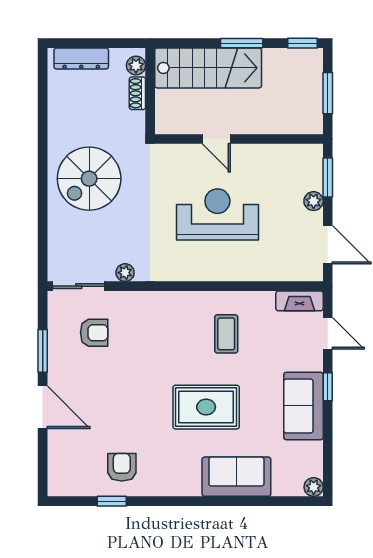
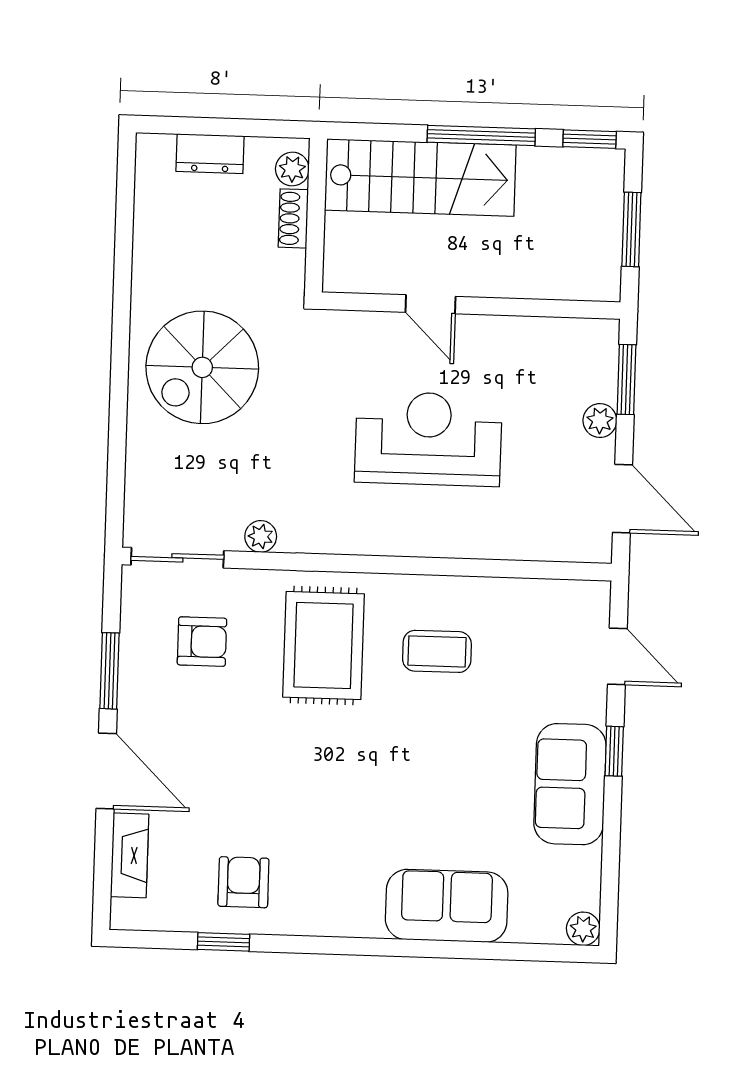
window: (242, 43) -> (481, 135), width x1.44
dresser: (81, 58) -> (210, 154), width x0.70
fireplace: (300, 301) -> (130, 855), moved, turned -90
coffee table: (226, 334) -> (437, 651), turned 90
rug: (206, 407) -> (324, 645), moved, turned 90

